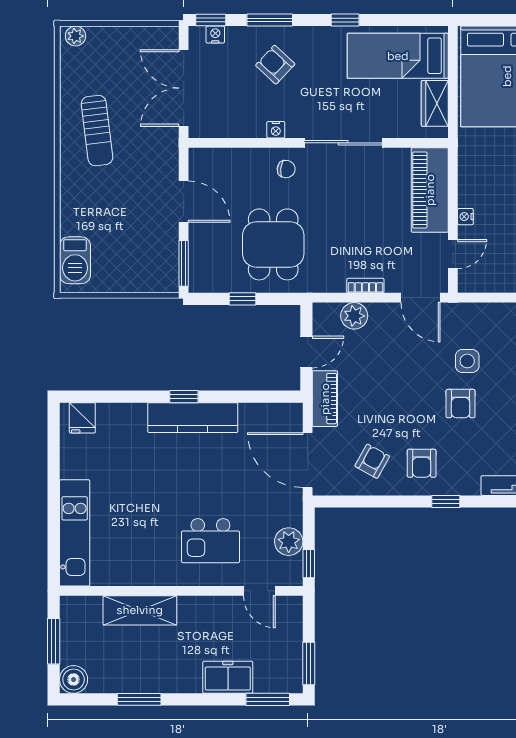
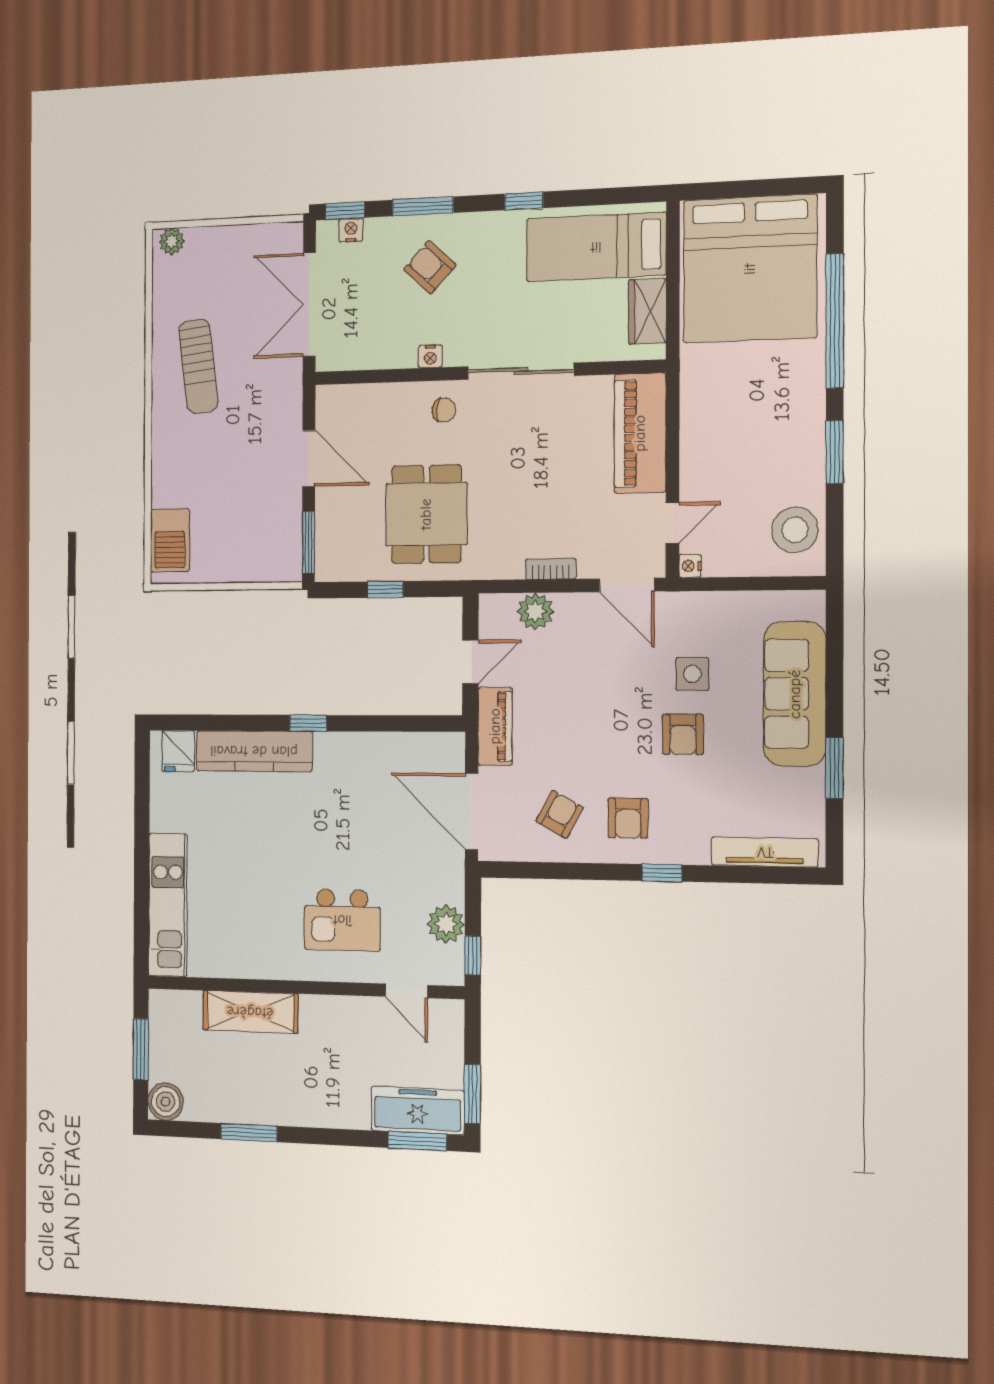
nightstand: (465, 217) -> (690, 566), moved
kitchen counter: (193, 418) -> (254, 751), moved
freezer: (228, 677) -> (418, 1111), moved, width x1.40

